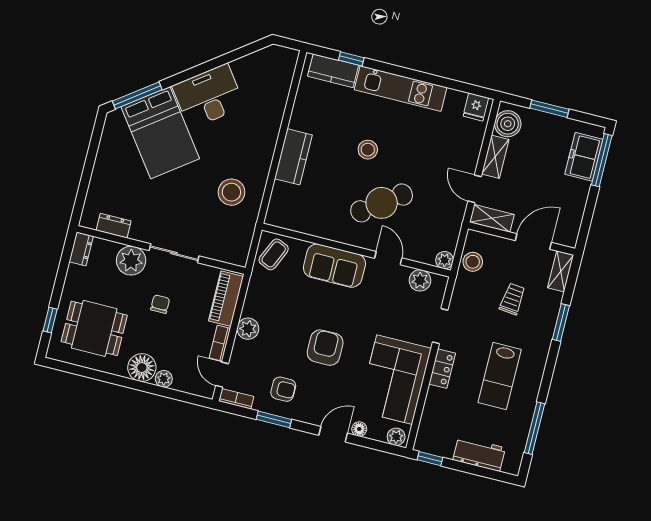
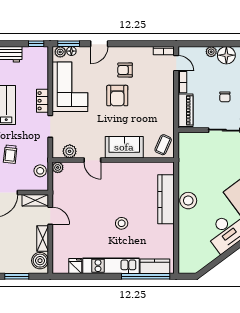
window: (351, 59) -> (146, 276), width x3.17
fridge: (476, 107) -> (75, 266), moved
kitchen counter: (293, 157) -> (166, 199), width x1.50
stool: (231, 192) -> (188, 201), moved
cafe table: (382, 203) -> (105, 193), removed
plant: (248, 329) -> (167, 95), removed
armchair: (283, 389) -> (125, 70), moved
window: (274, 419) -> (69, 44), moved
floor lamp: (359, 429) -> (71, 51), moved

